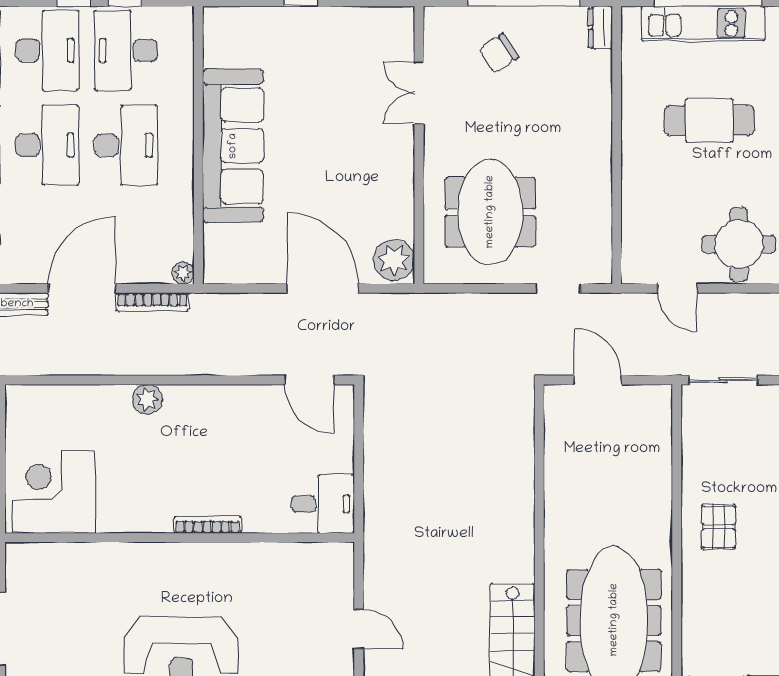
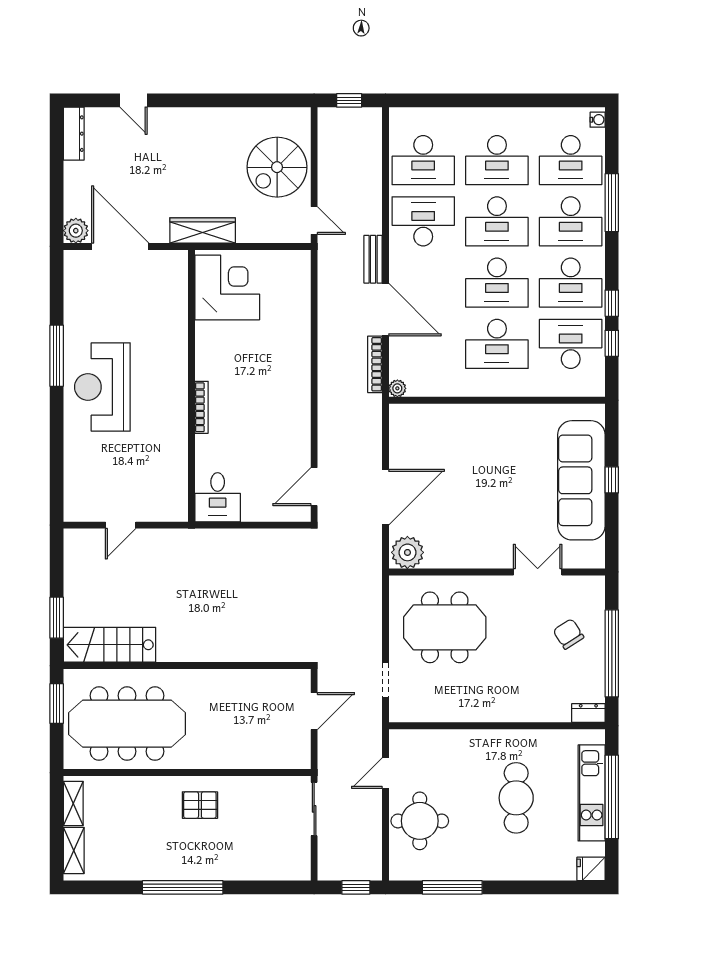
sofa: (233, 146) -> (581, 480), moved, turned 90
plant: (147, 399) -> (299, 361), removed

